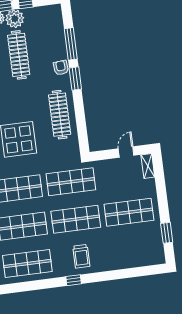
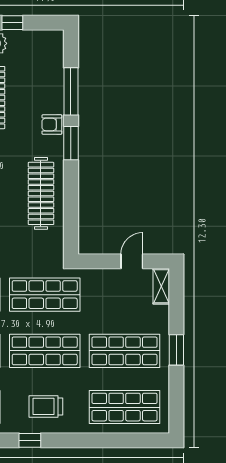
armchair: (61, 68) -> (52, 124), turned -85
window: (167, 233) -> (176, 350), moved
shop shelf: (134, 250) -> (125, 407), added
trolley: (81, 256) -> (46, 406), turned 90

